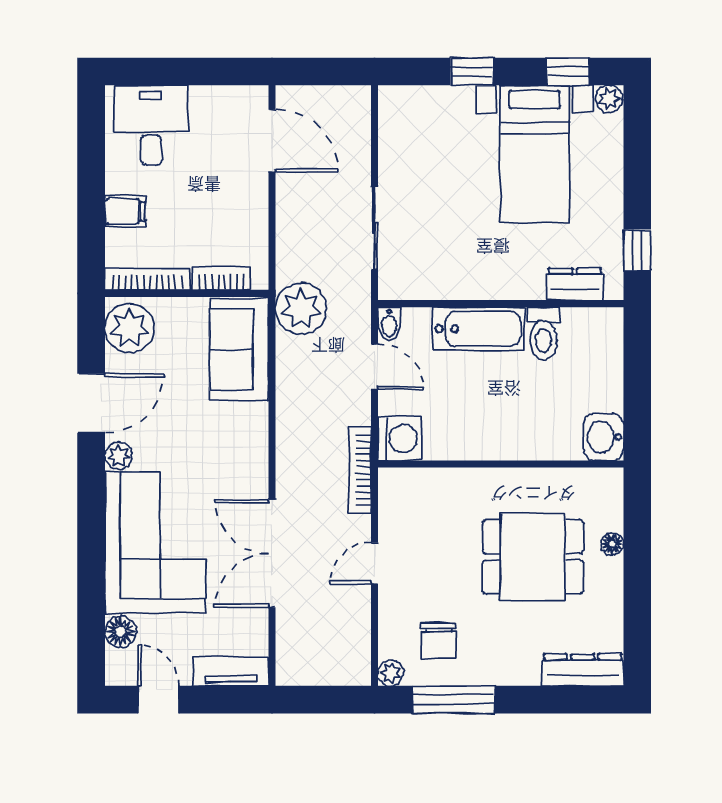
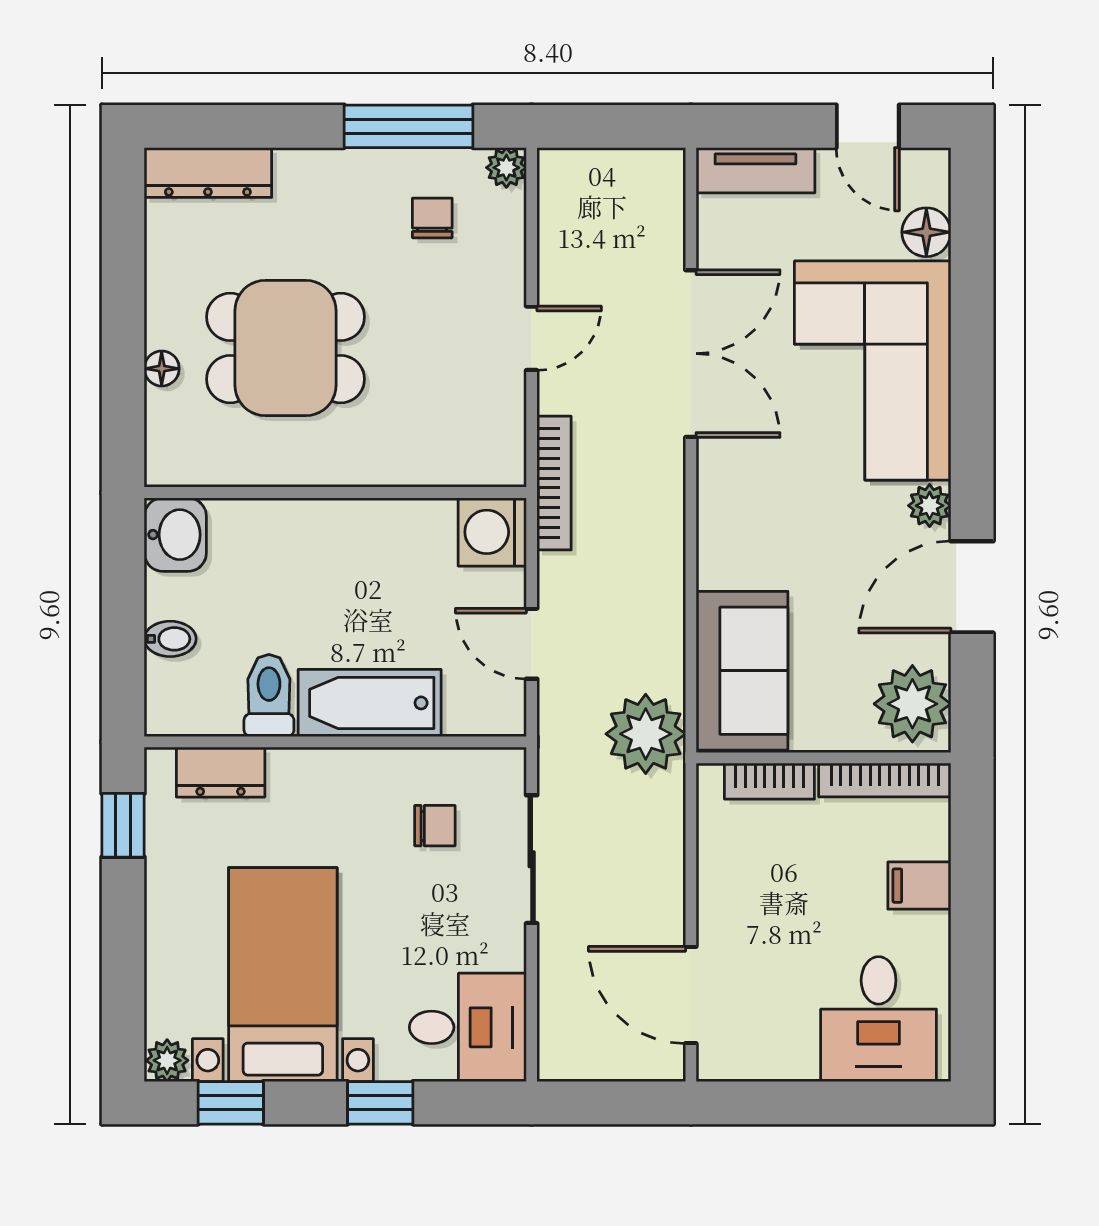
desk: (415, 120) -> (468, 1027), added
chair: (437, 250) -> (435, 826), added
bidet: (389, 324) -> (170, 639), moved, turned 90
chair: (438, 641) -> (432, 218), width x0.73, depth x0.73

